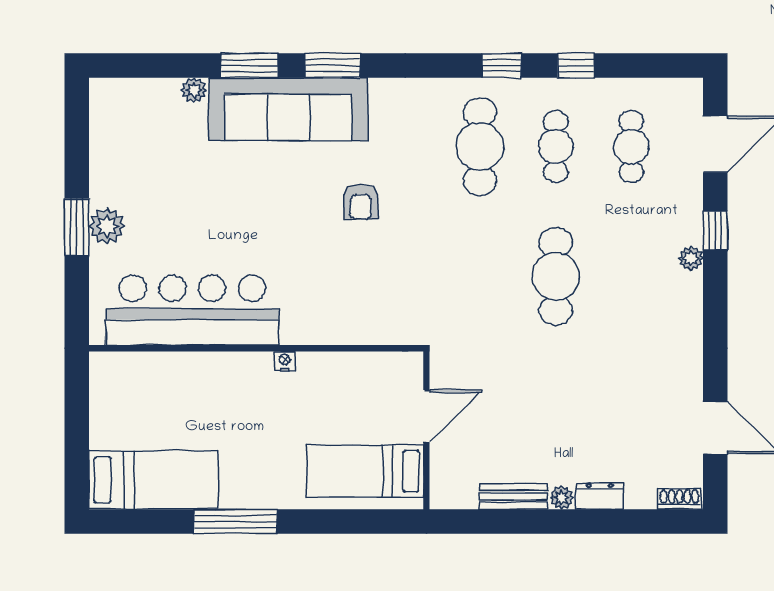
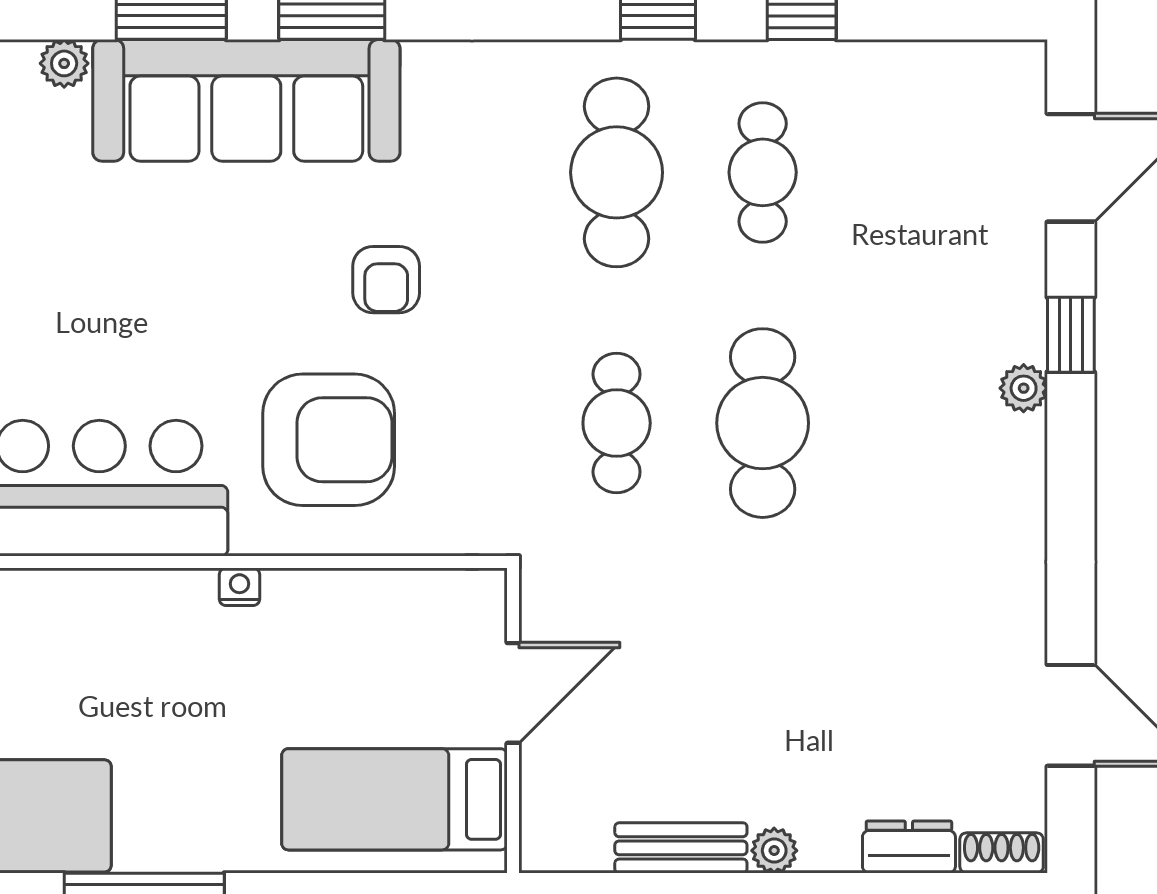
cafe table: (631, 147) -> (617, 423), moved
armchair: (331, 285) -> (329, 440), added
dresser: (600, 496) -> (909, 847), moved

